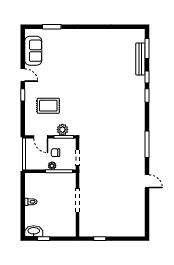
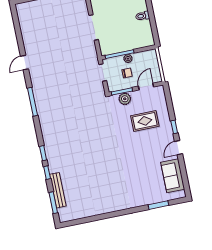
door: (23, 75) -> (178, 148), hinge flipped
door: (41, 137) -> (146, 87), hinge flipped
door: (147, 181) -> (24, 63), hinge flipped

